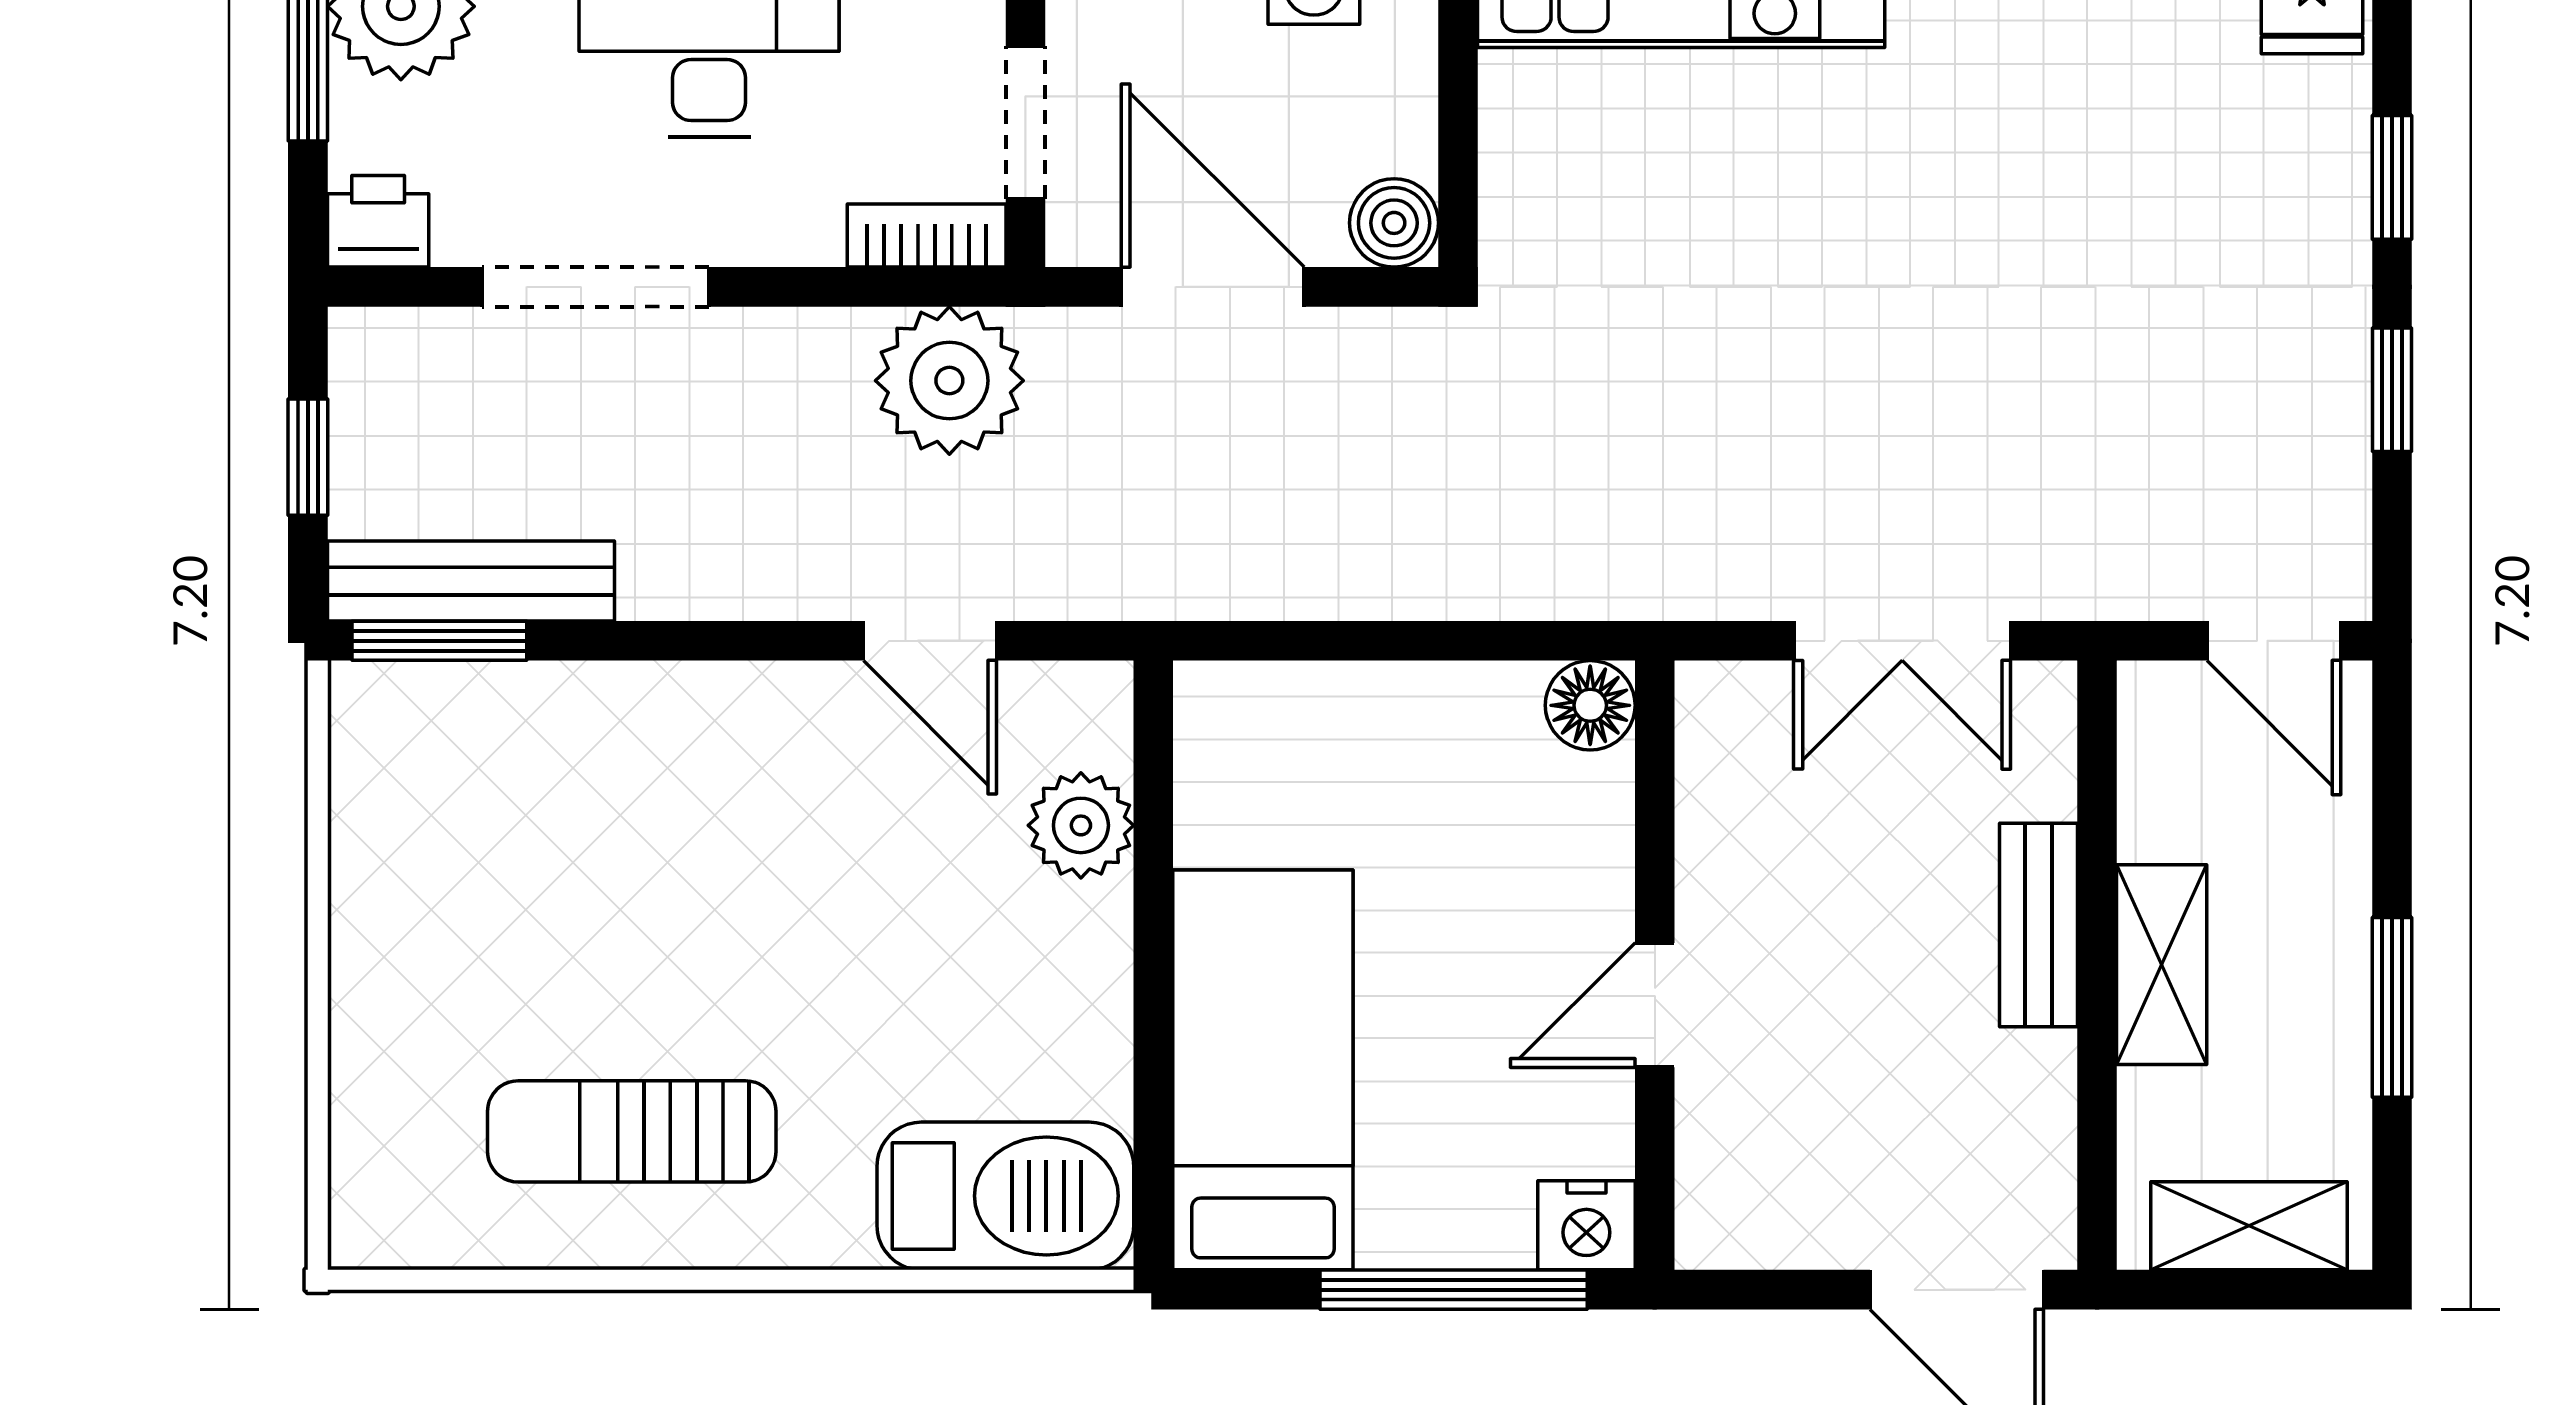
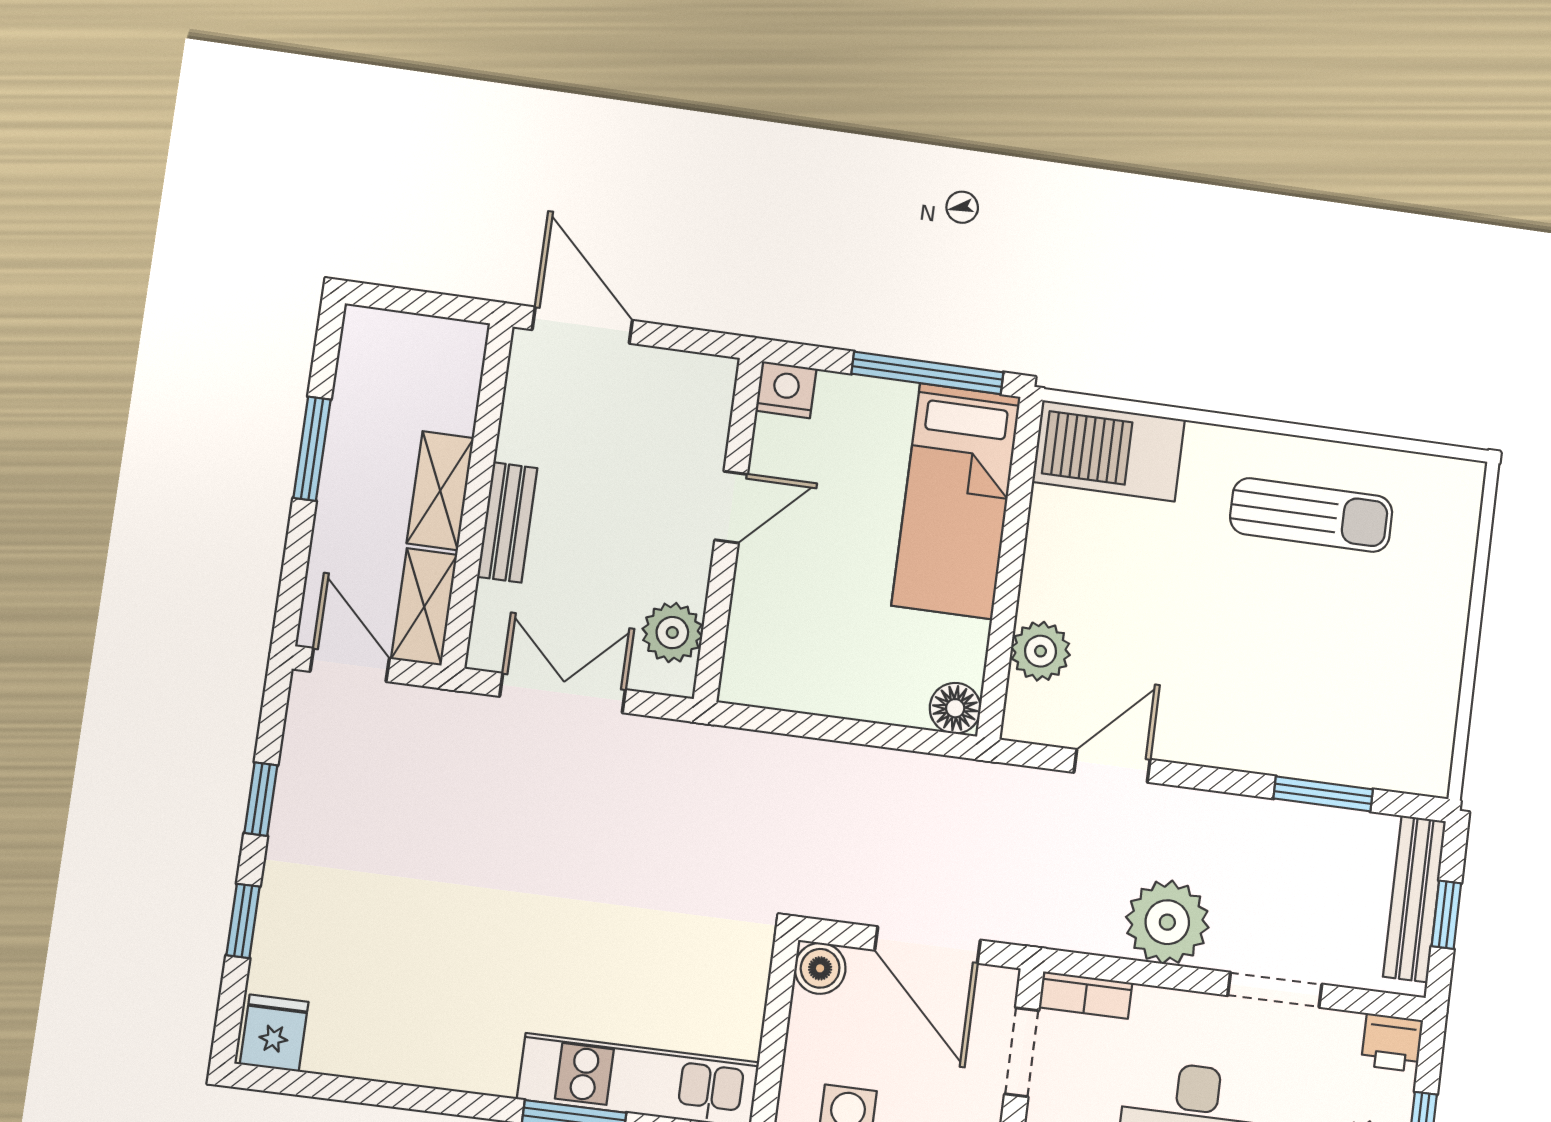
doorway: (596, 287) -> (1275, 990), width x0.73
plant: (949, 381) -> (1167, 922), moved
bench: (471, 581) -> (1414, 899), moved, turned 90
window: (439, 641) -> (1323, 794), moved
door: (930, 641) -> (1112, 766), hinge flipped
floor lamp: (1590, 705) -> (955, 708), moved
plant: (1727, 772) -> (672, 633), added
shelving: (2249, 1226) -> (424, 607), moved, turned 90
window: (1454, 1290) -> (927, 373), moved

